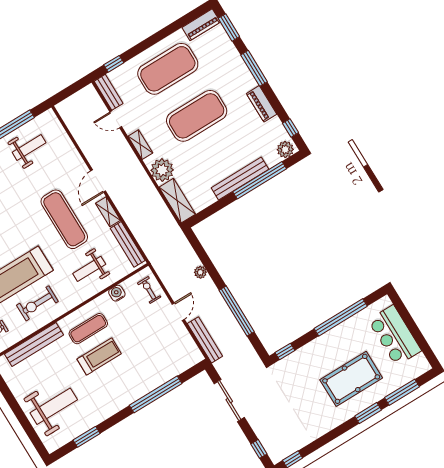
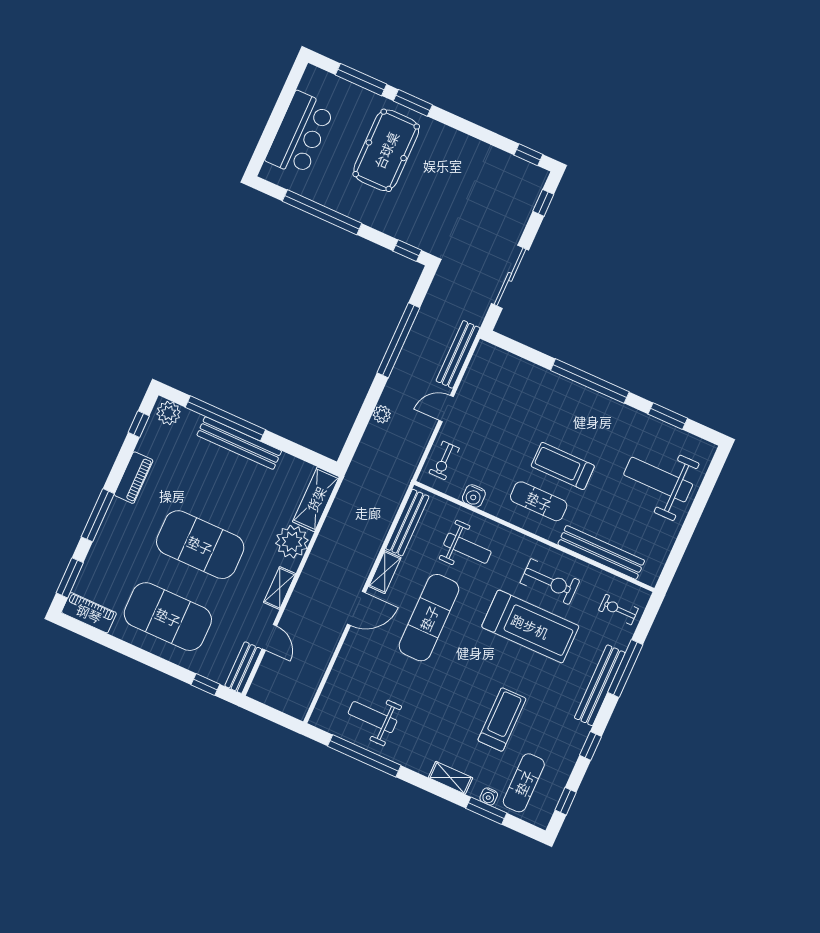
pool table: (351, 379) -> (386, 150), turned 90
window: (156, 394) -> (590, 381), moved

